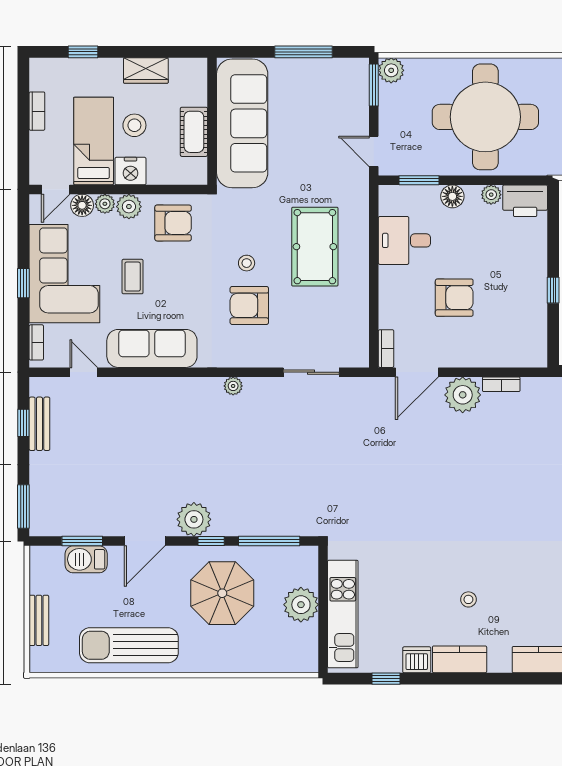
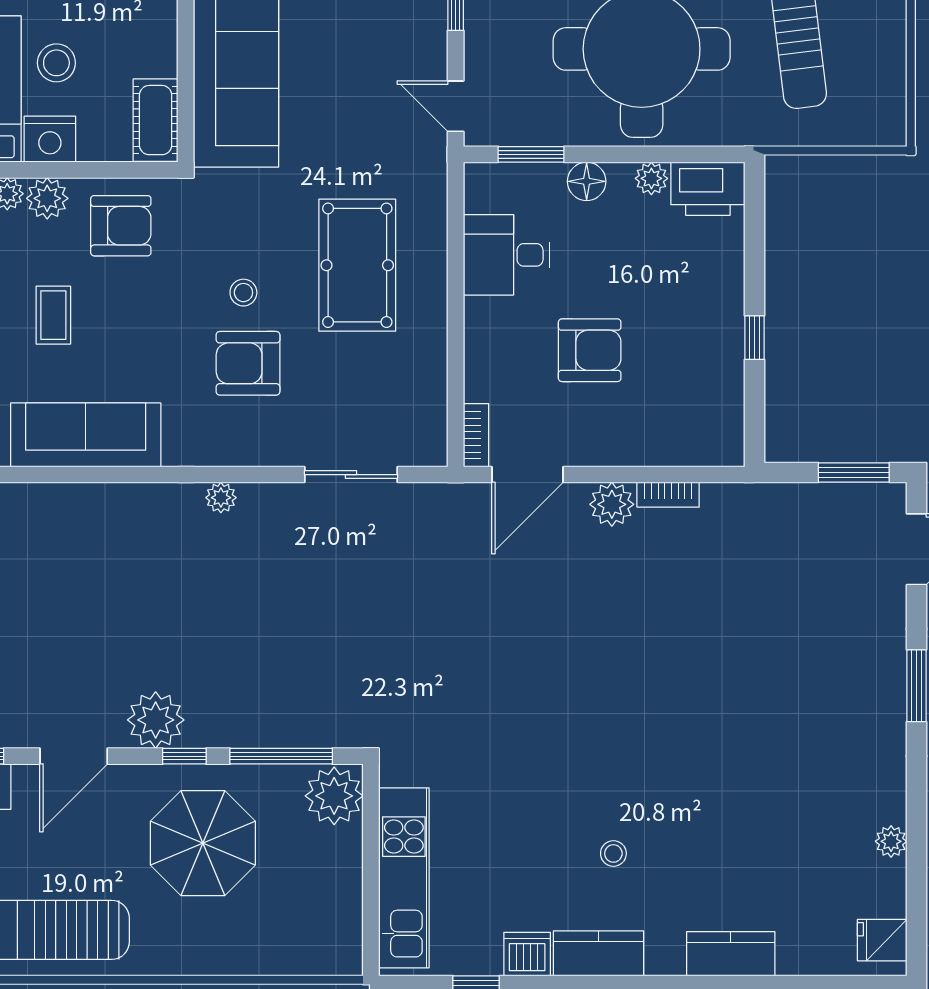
cot: (194, 132) -> (156, 120), moved
plant: (463, 395) -> (612, 504), width x0.73, depth x0.73
plant: (301, 605) -> (334, 796), moved

